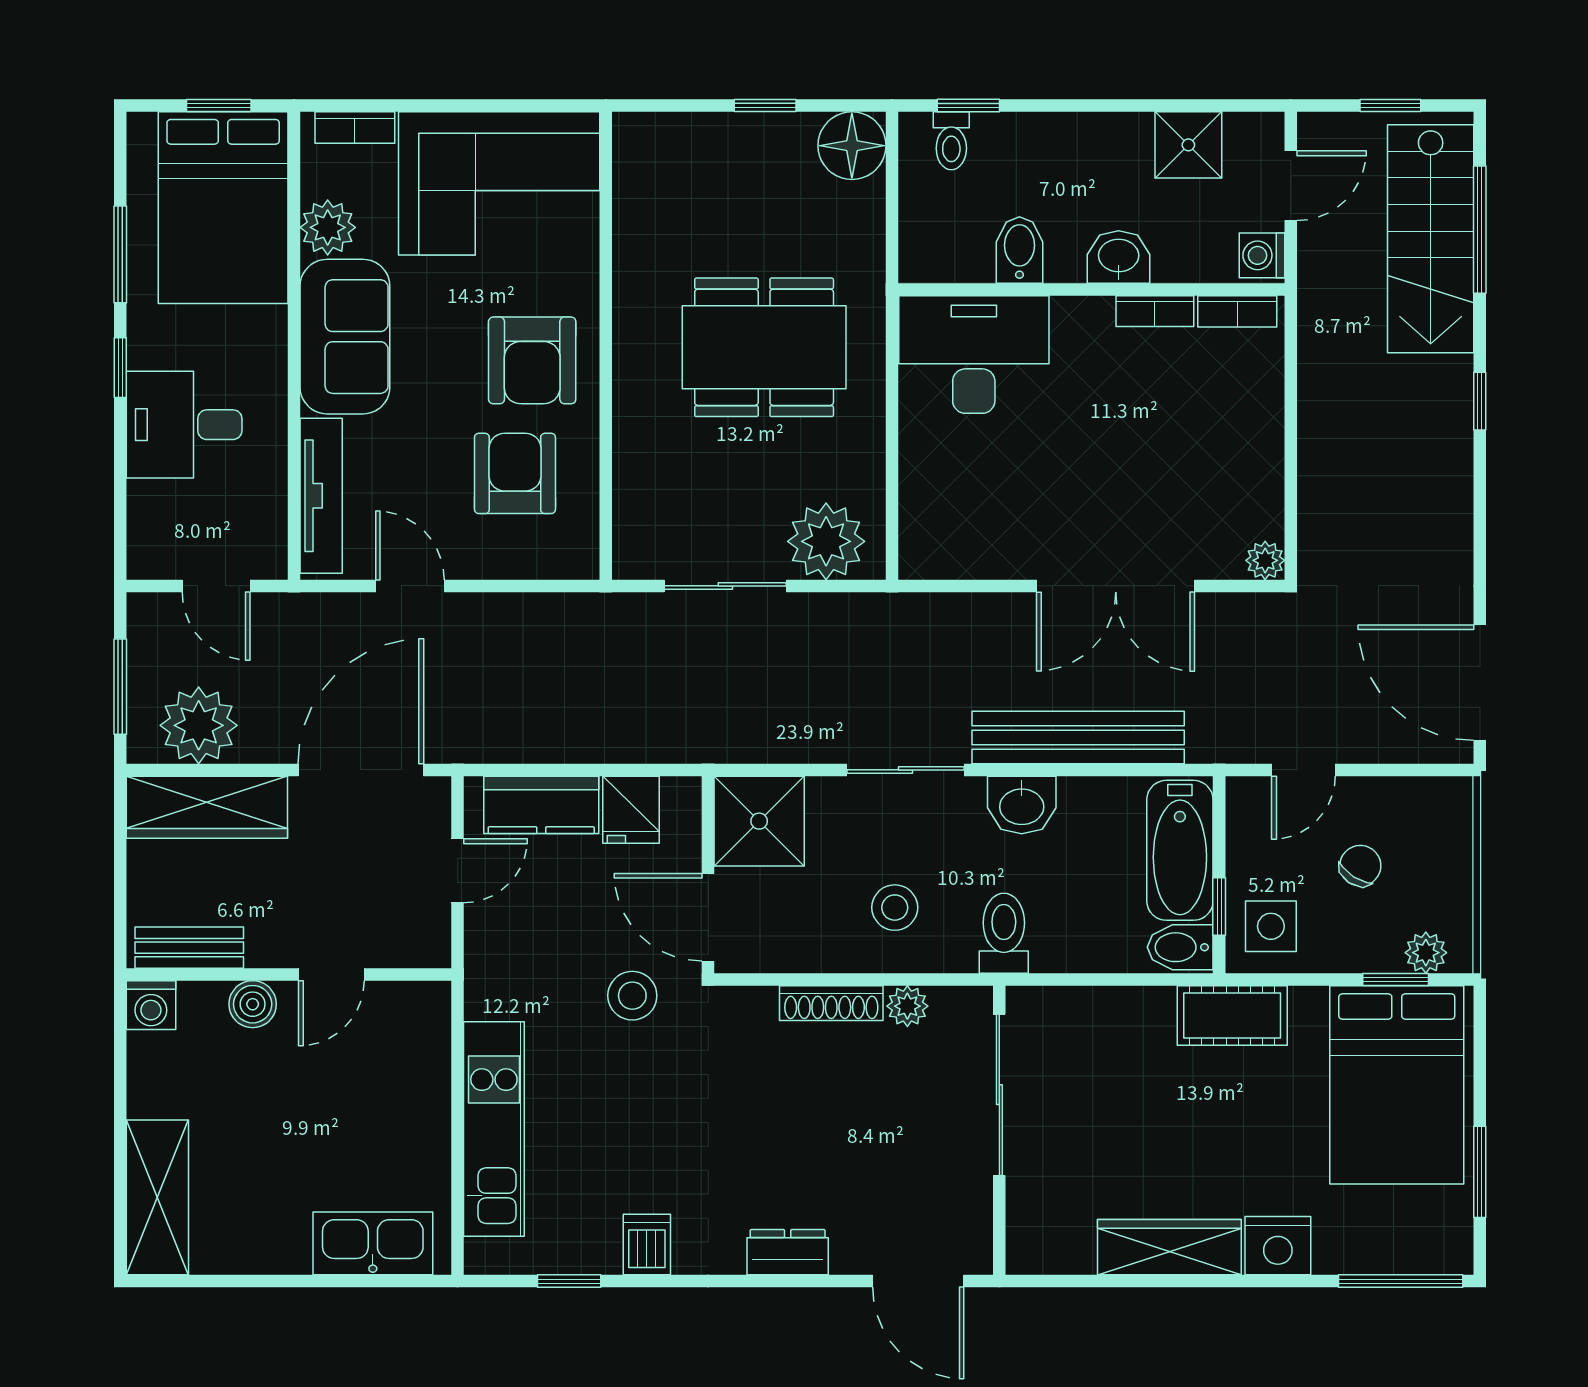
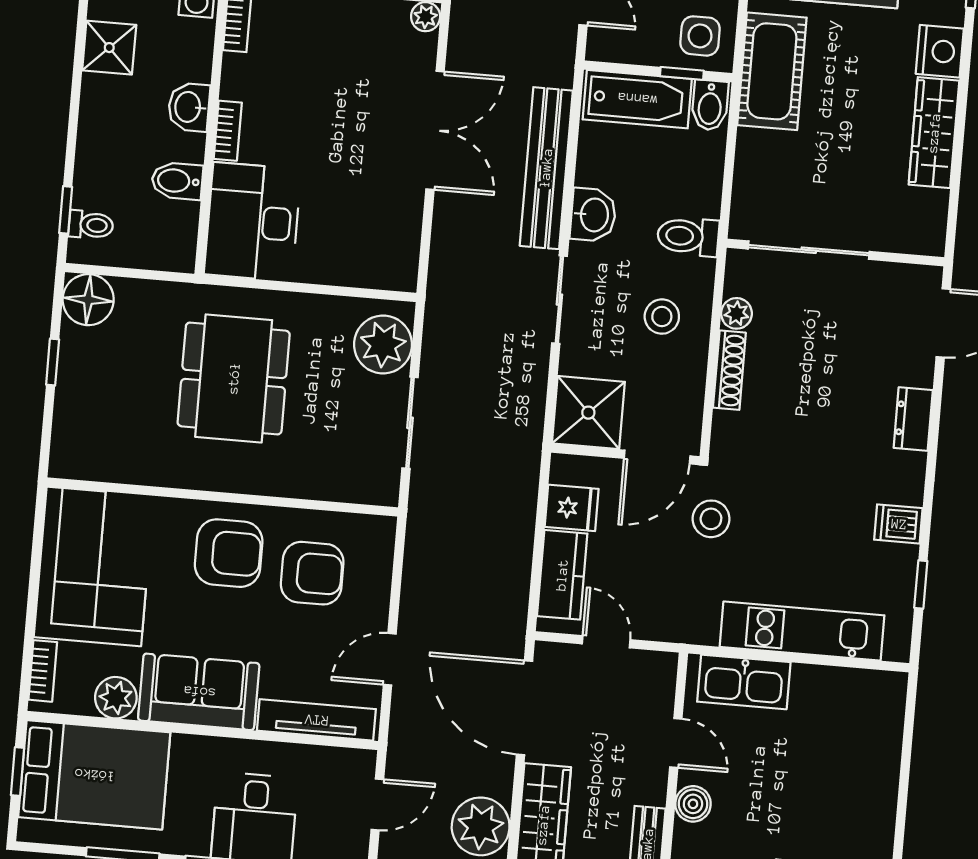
bookcase: (1155, 311) -> (228, 131), moved
armchair: (515, 473) -> (312, 573), turned 180
cot: (1232, 1015) -> (772, 71), width x1.37, depth x1.34
kitchen sink: (373, 1243) -> (744, 682), moved, turned -90

